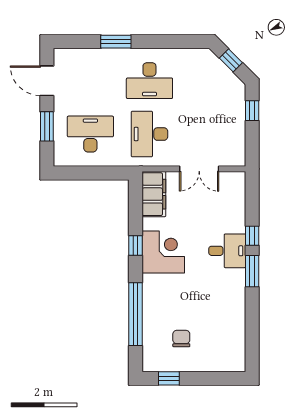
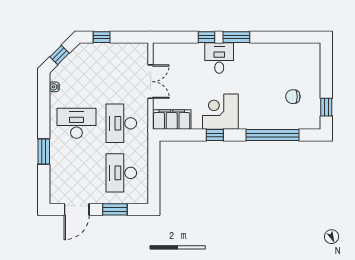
water cooler: (193, 54) -> (54, 87), added
desk: (149, 81) -> (76, 123), turned -90
desk: (149, 134) -> (121, 123), turned 90

